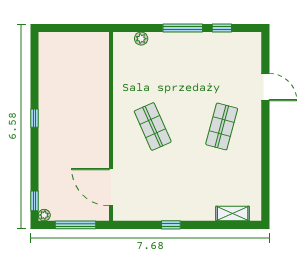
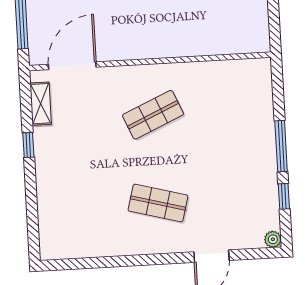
plant: (141, 39) -> (273, 239), moved
shelving: (233, 214) -> (41, 104), moved

